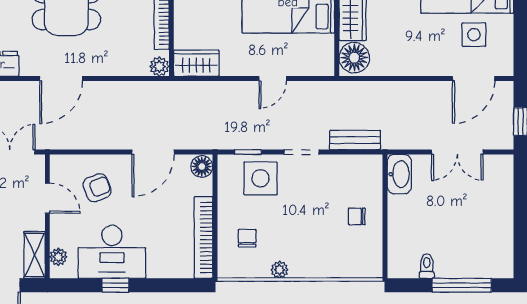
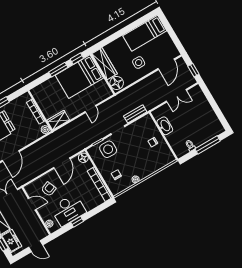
side table: (474, 35) -> (139, 63), moved
washbasin: (399, 174) -> (165, 126), moved
shelving: (35, 255) -> (40, 228), removed

